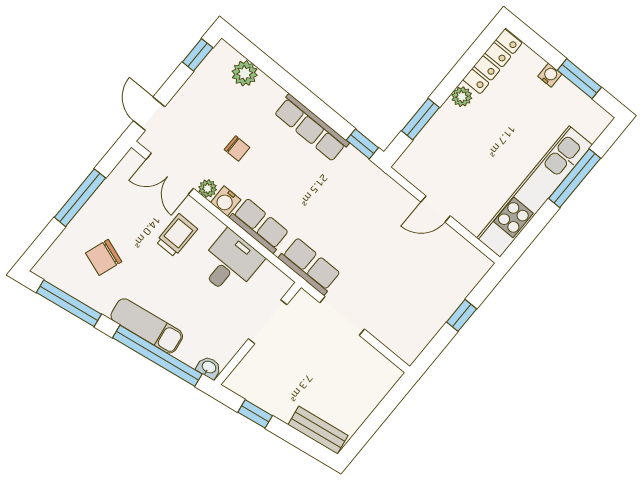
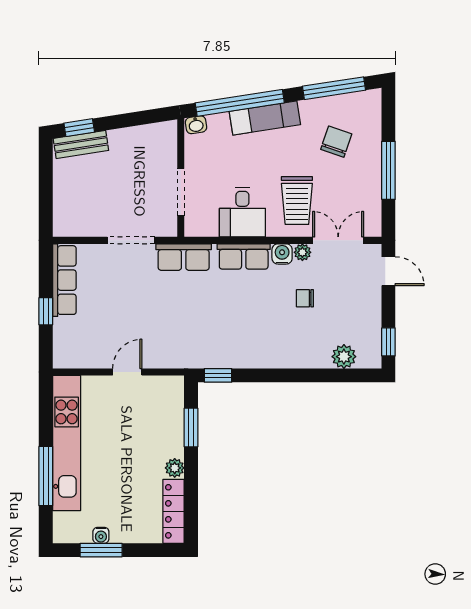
water cooler: (550, 75) -> (101, 535), moved
row of seats: (311, 128) -> (64, 280), moved, turned 90
trolley: (177, 235) -> (297, 201), width x1.36, depth x1.39
window: (255, 414) -> (79, 128), moved

